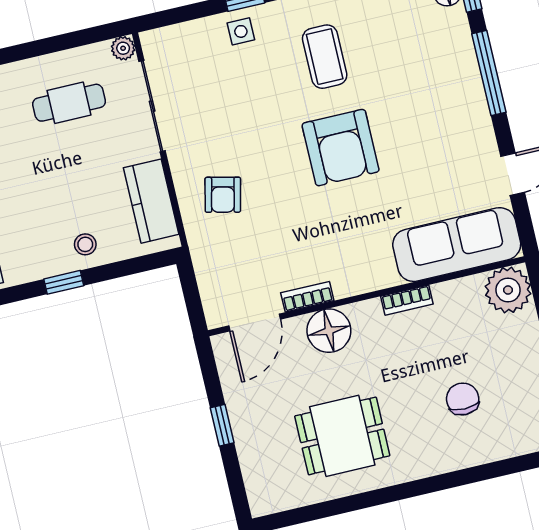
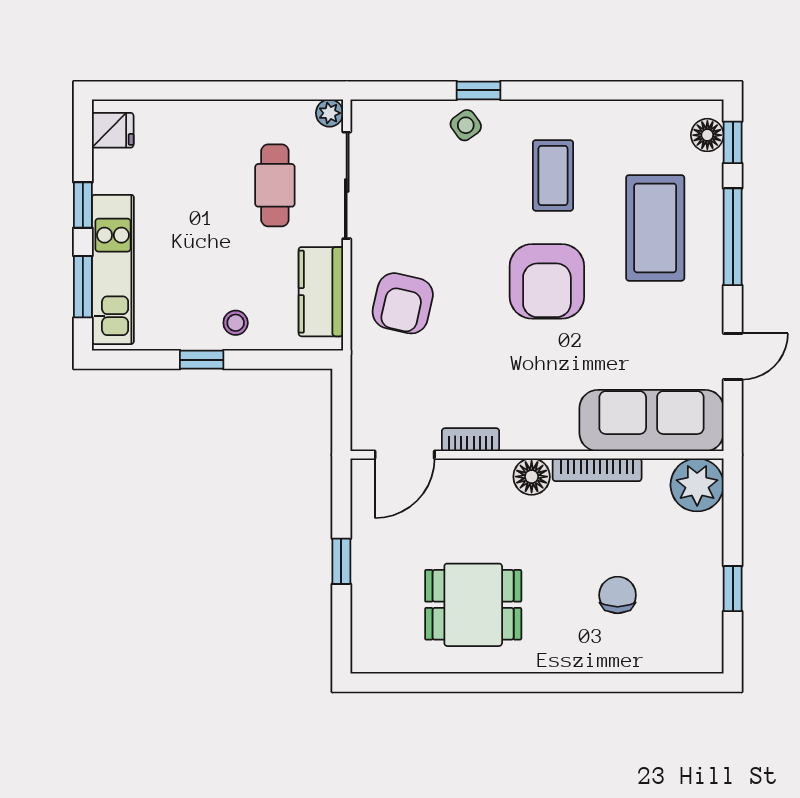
side table: (241, 31) -> (466, 125), turned -36
coffee table: (422, 81) -> (655, 228), added
cafe table: (69, 103) -> (275, 185), moved, turned 90
armchair: (223, 195) -> (403, 303), width x1.38, depth x1.38
bookcase: (407, 300) -> (597, 470), width x1.56
floor lamp: (329, 331) -> (532, 477), moved, width x0.73, depth x0.73

